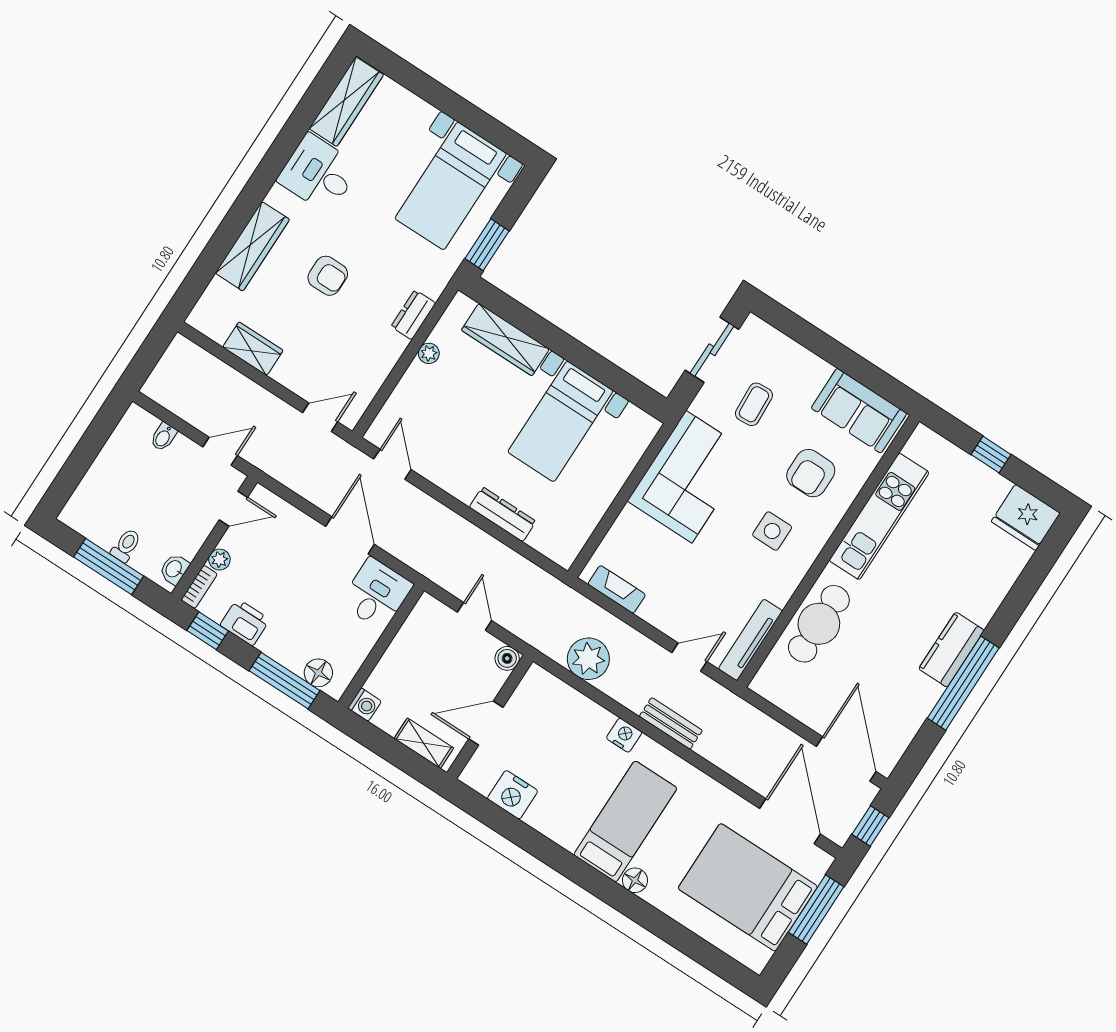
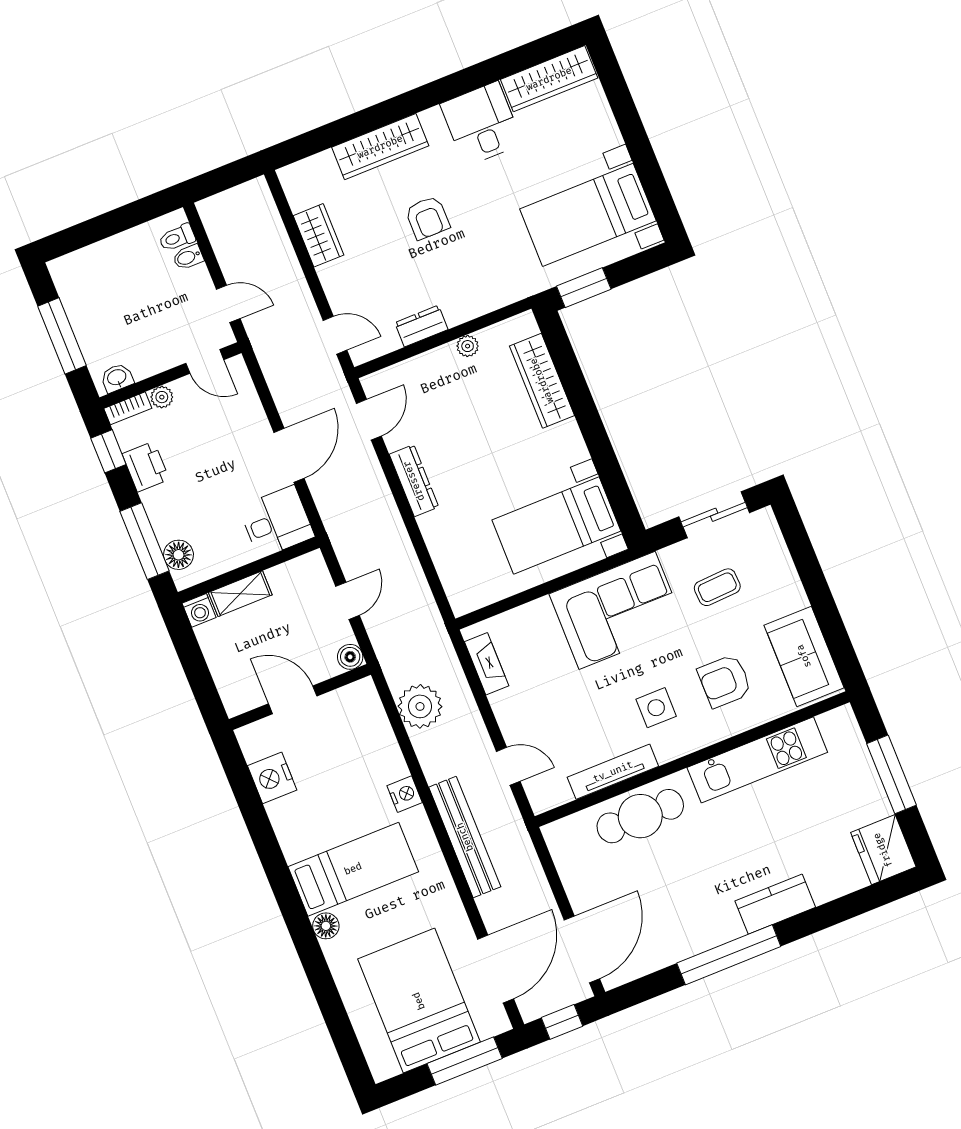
dresser: (413, 315) -> (421, 326), moved
bed with nightstands: (560, 421) -> (556, 525), moved
window: (991, 455) -> (892, 774), width x2.17
dresser: (503, 514) -> (414, 481), moved
toilet: (126, 545) -> (177, 238), moved, turned 180
tv unit: (750, 640) -> (613, 772), moved
kitchen counter: (951, 650) -> (775, 904), moved
bench: (671, 723) -> (465, 837), width x1.86, depth x1.21
shelving: (424, 743) -> (240, 594), moved, turned 90

